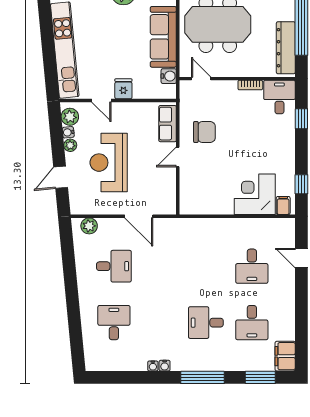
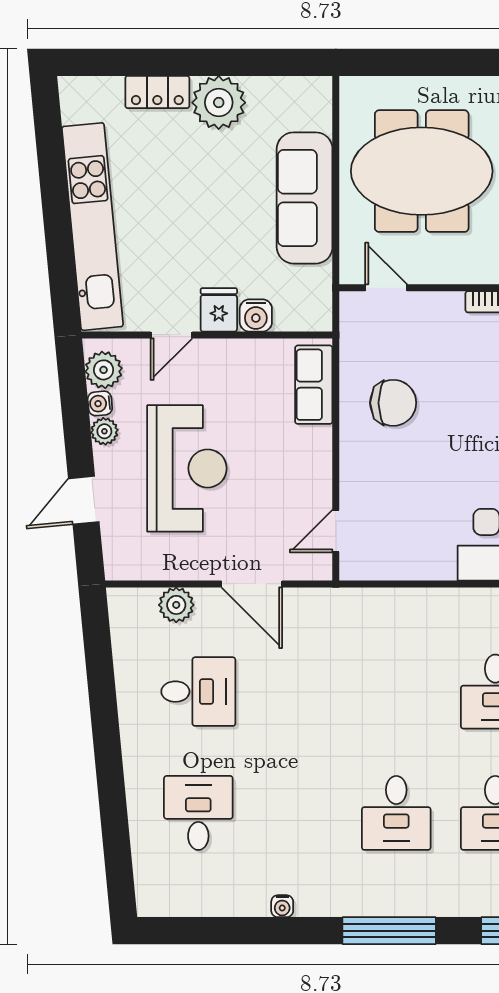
water cooler: (169, 76) -> (256, 315), moved, turned 90
door: (101, 100) -> (171, 335), hinge flipped
door: (178, 157) -> (336, 531), moved
reception desk: (109, 163) -> (187, 468), turned 180
plant: (89, 226) -> (176, 605), moved
desk: (206, 323) -> (396, 813), turned -90
water cooler: (165, 366) -> (307, 906), removed

